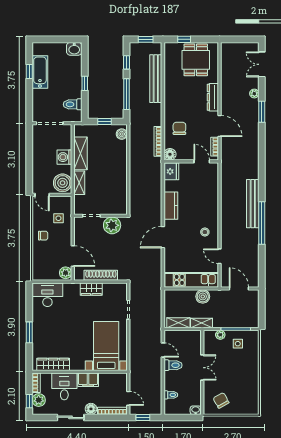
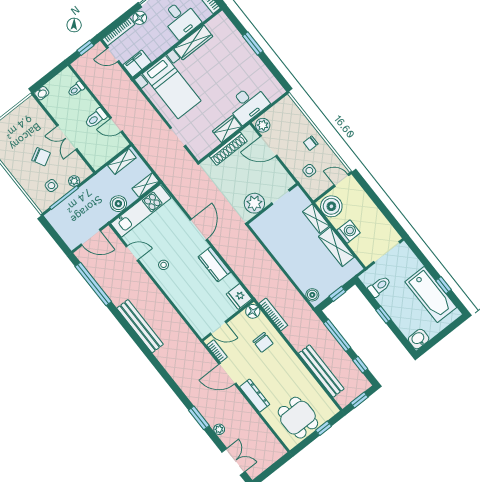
bathtub: (40, 72) -> (431, 295), width x1.36, depth x1.36
window: (262, 223) -> (93, 284), moved
desk: (47, 295) -> (248, 104), moved
shelving: (202, 323) -> (146, 185), moved
wardrobe: (53, 364) -> (193, 42), moved
filing cabinet: (88, 380) -> (137, 64), moved
chair: (221, 400) -> (41, 157), moved

